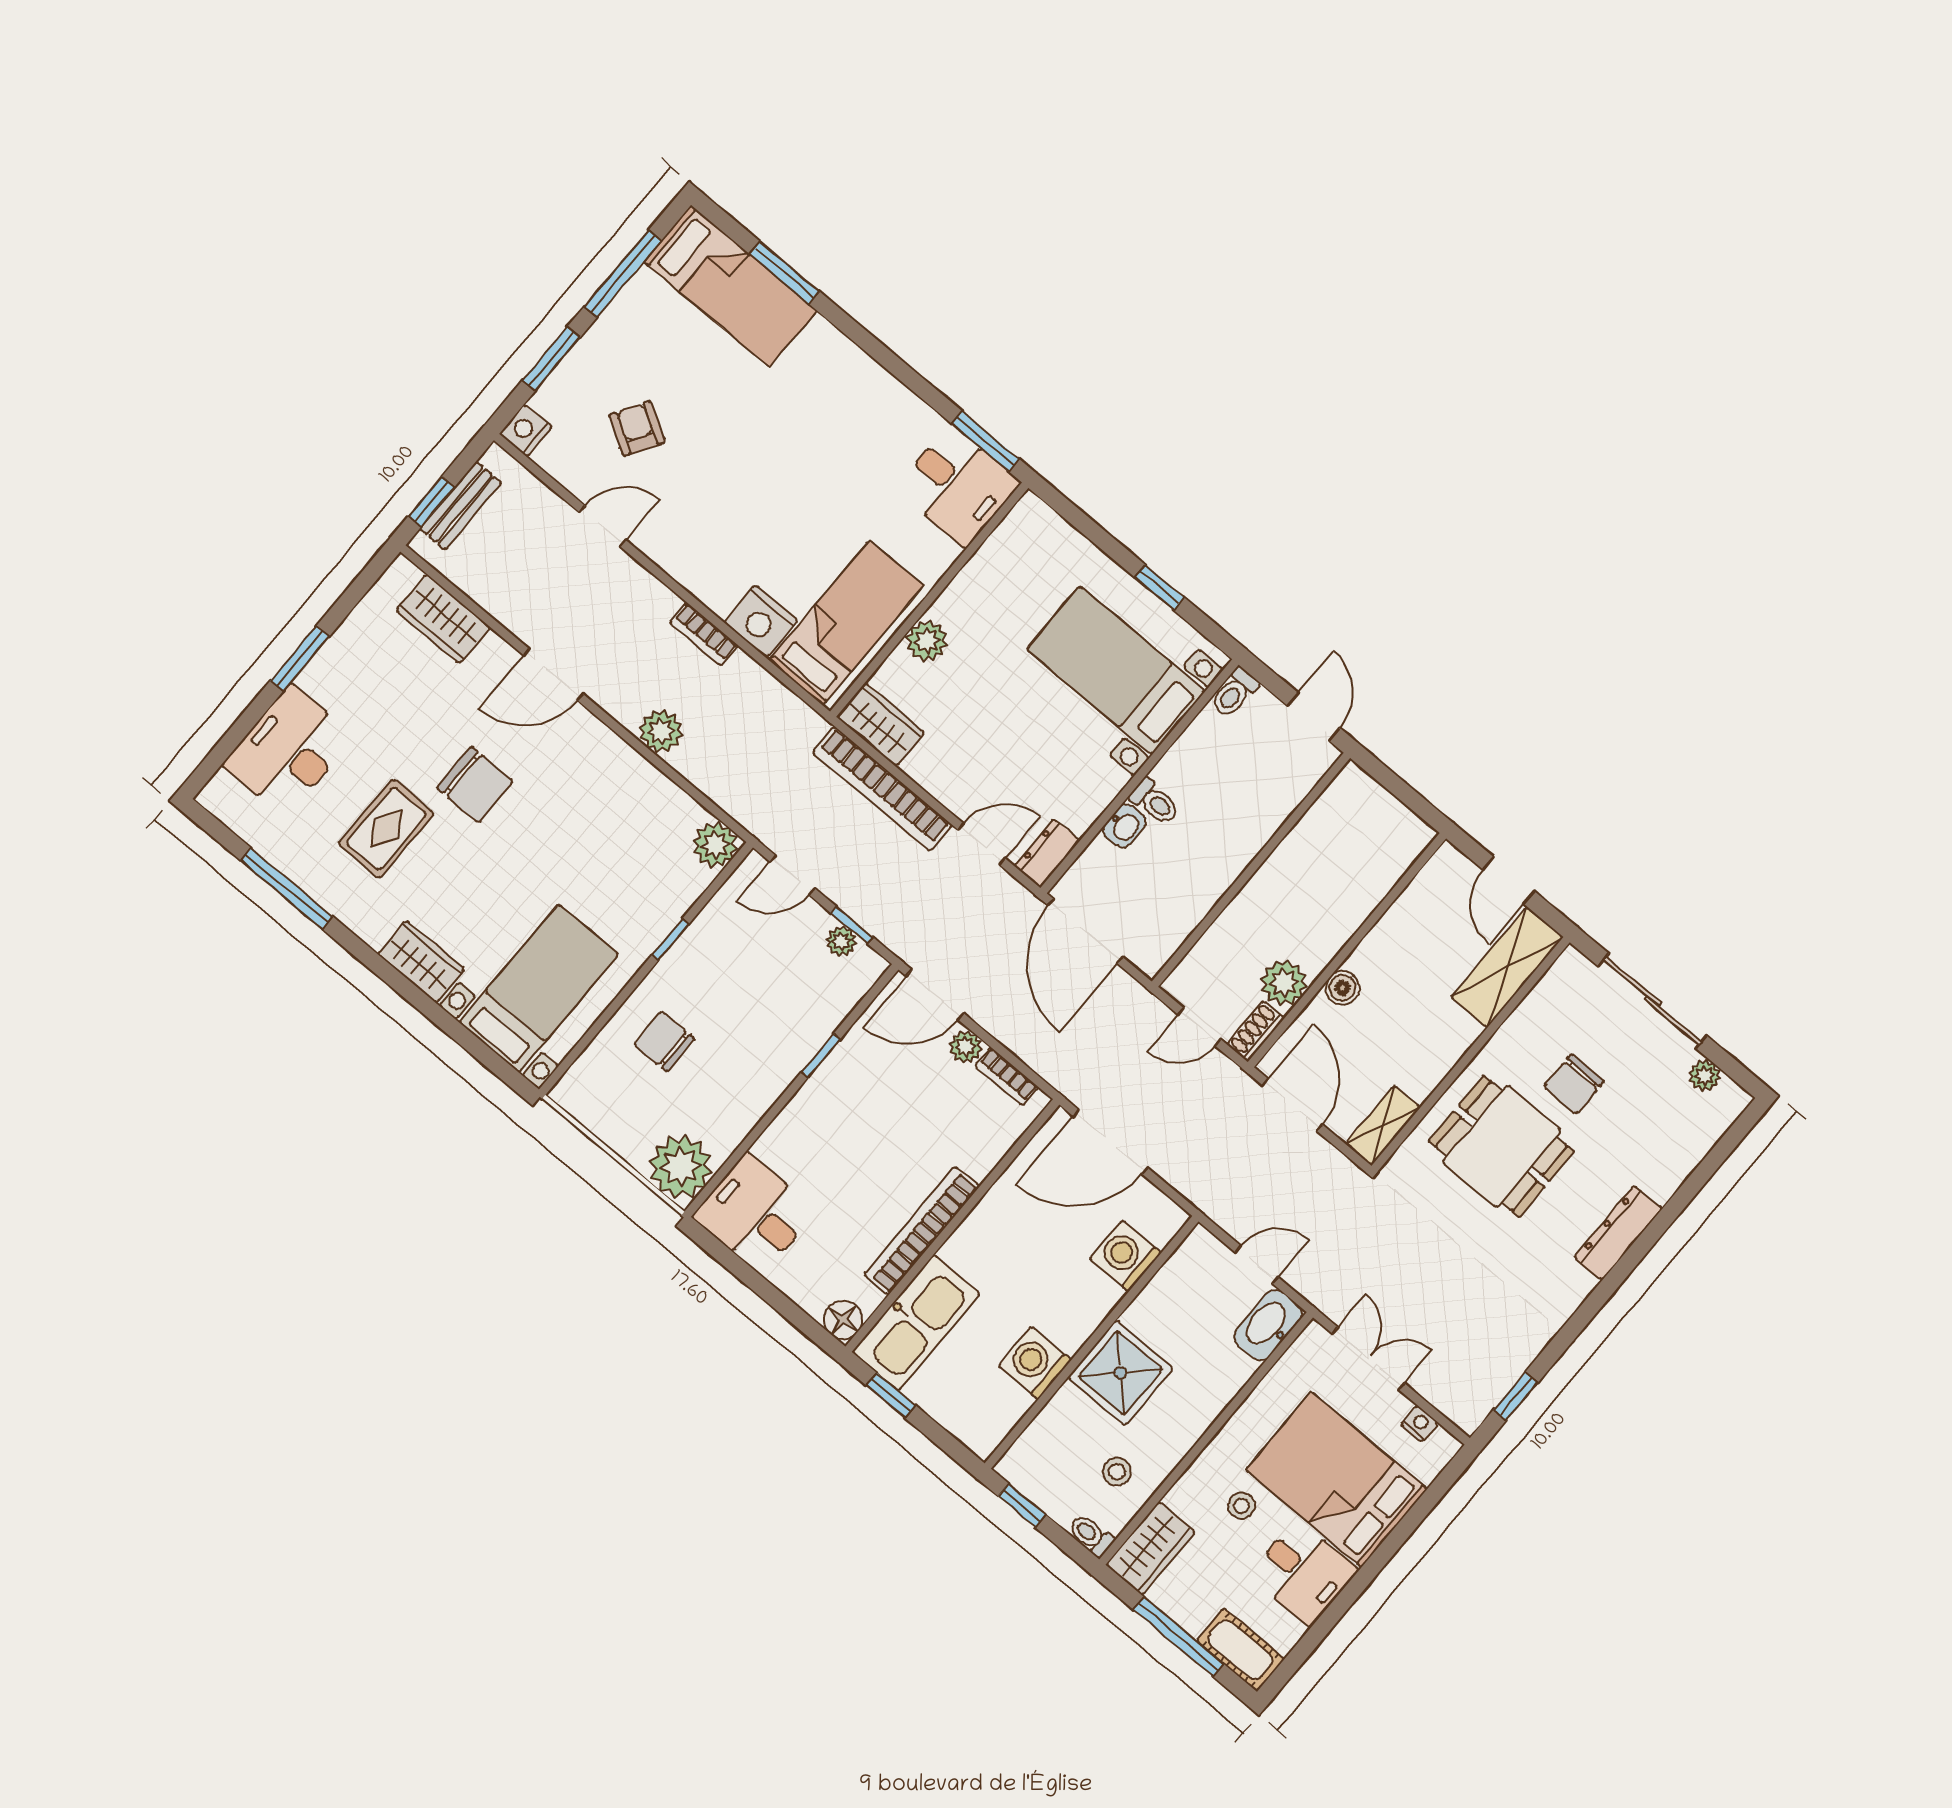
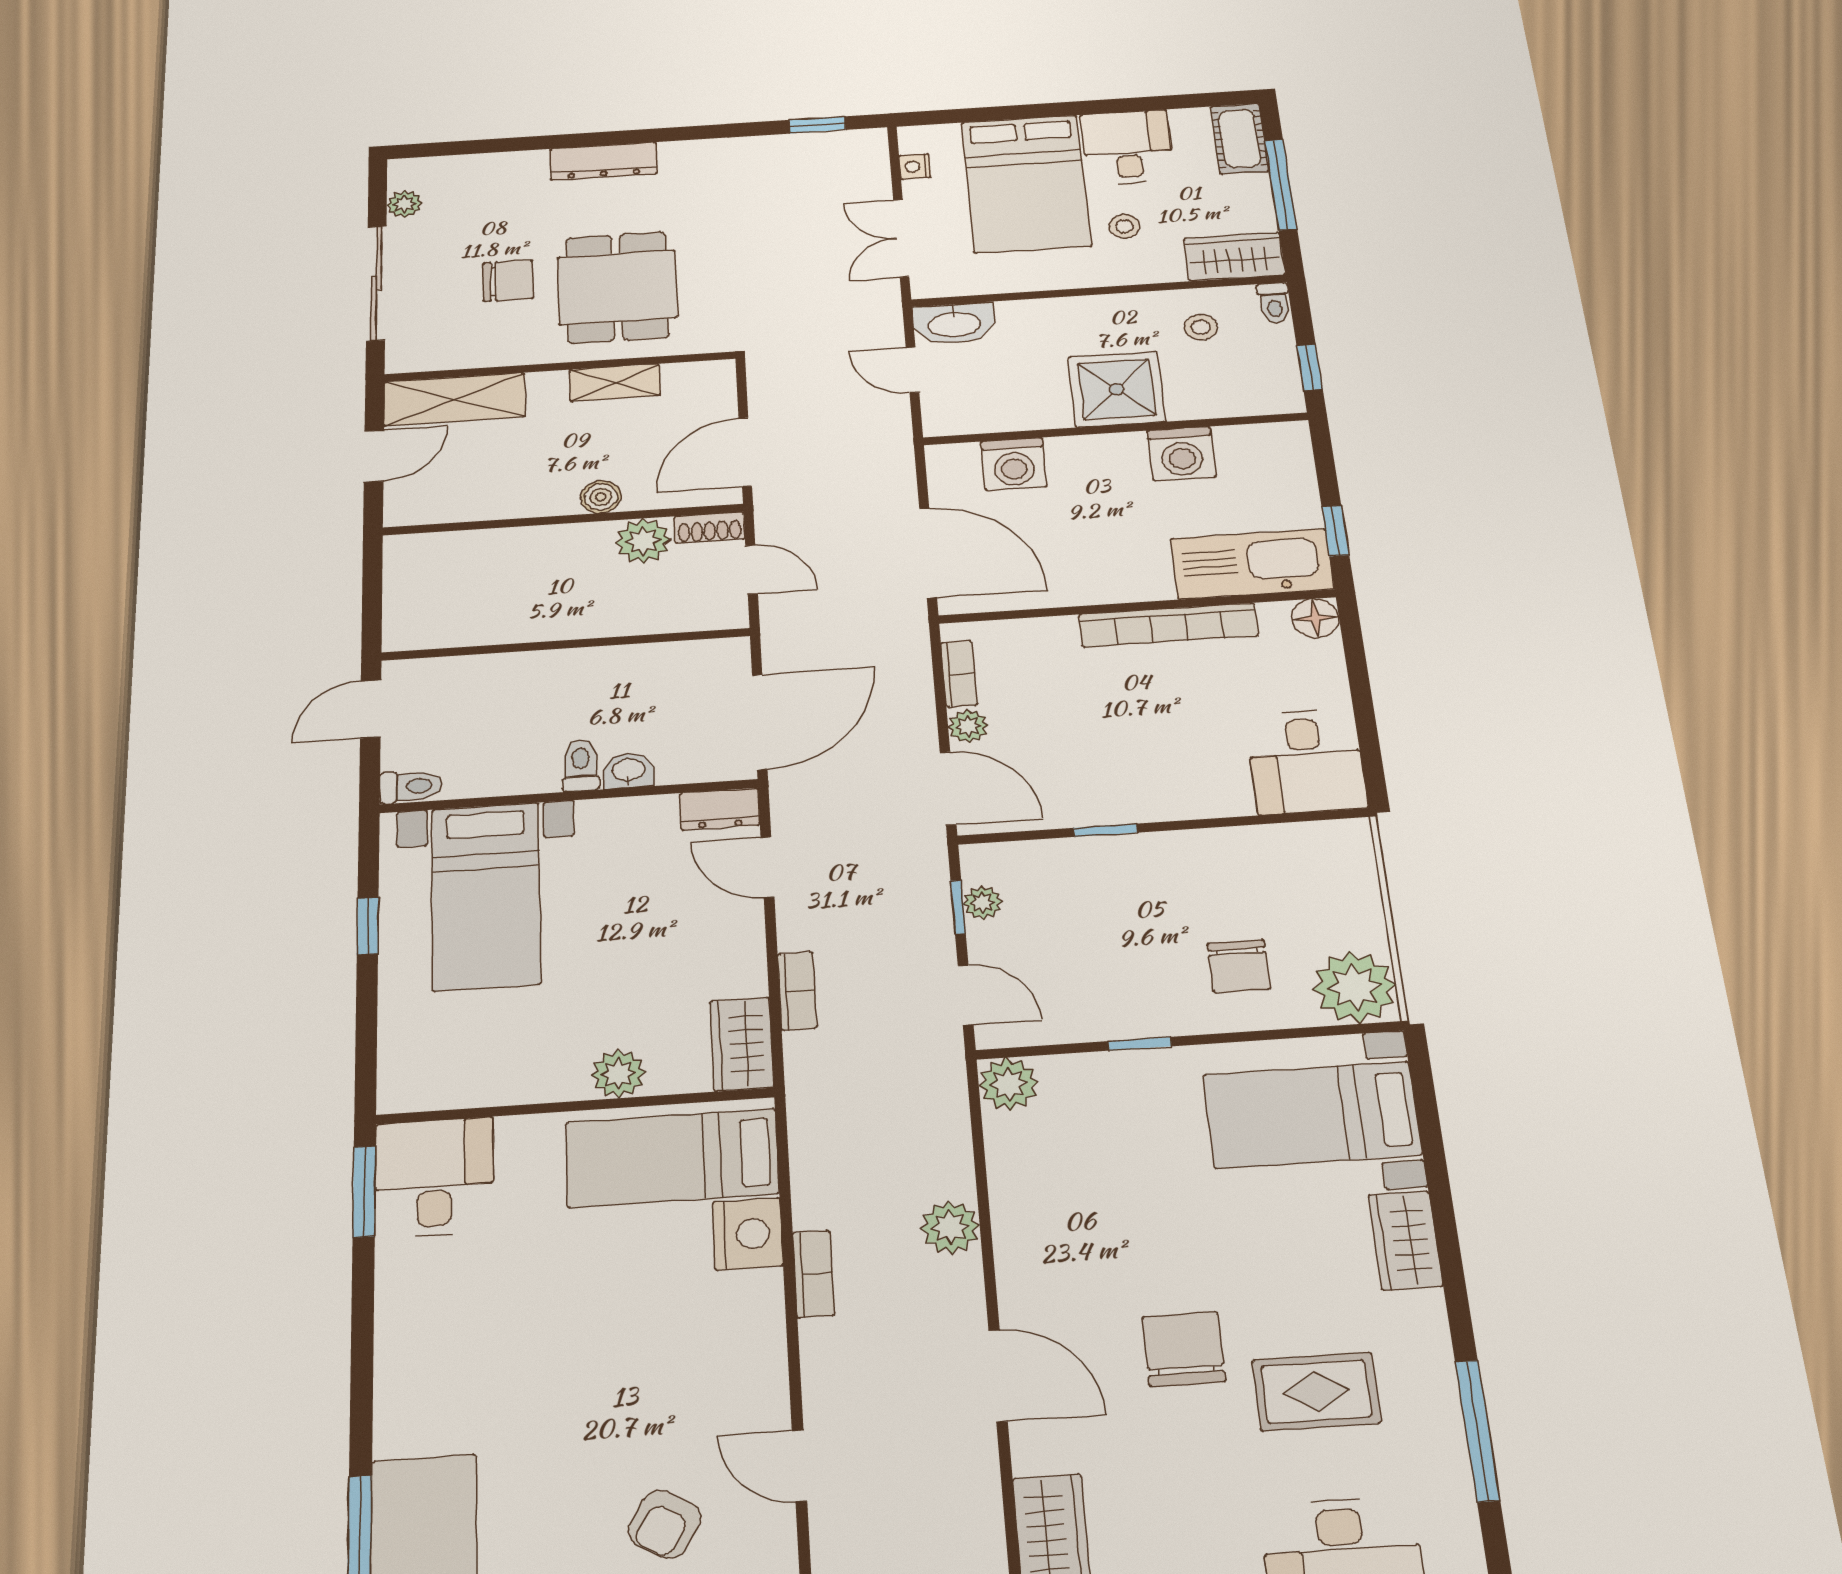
bookcase: (882, 789) -> (797, 991), width x0.43, depth x0.76
shelving: (1383, 1126) -> (615, 383), moved
plant: (681, 1167) -> (1354, 987), moved

